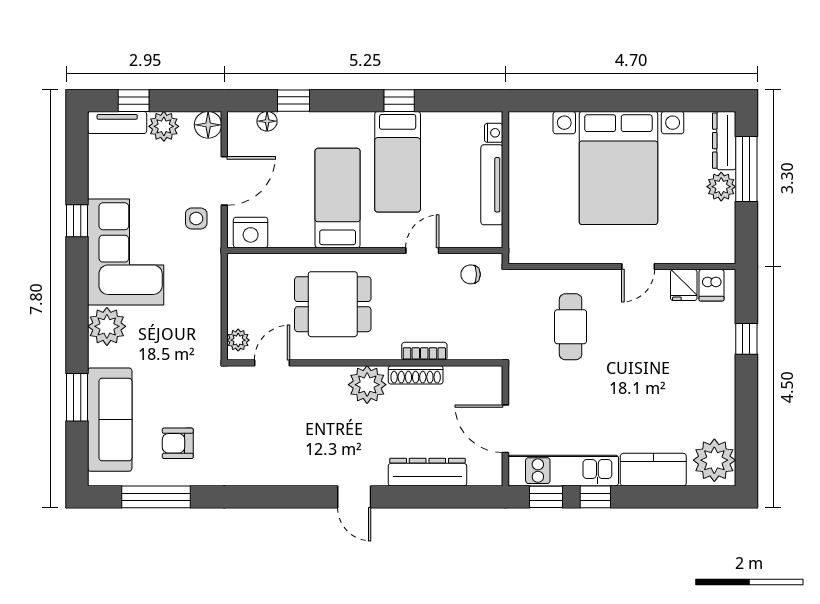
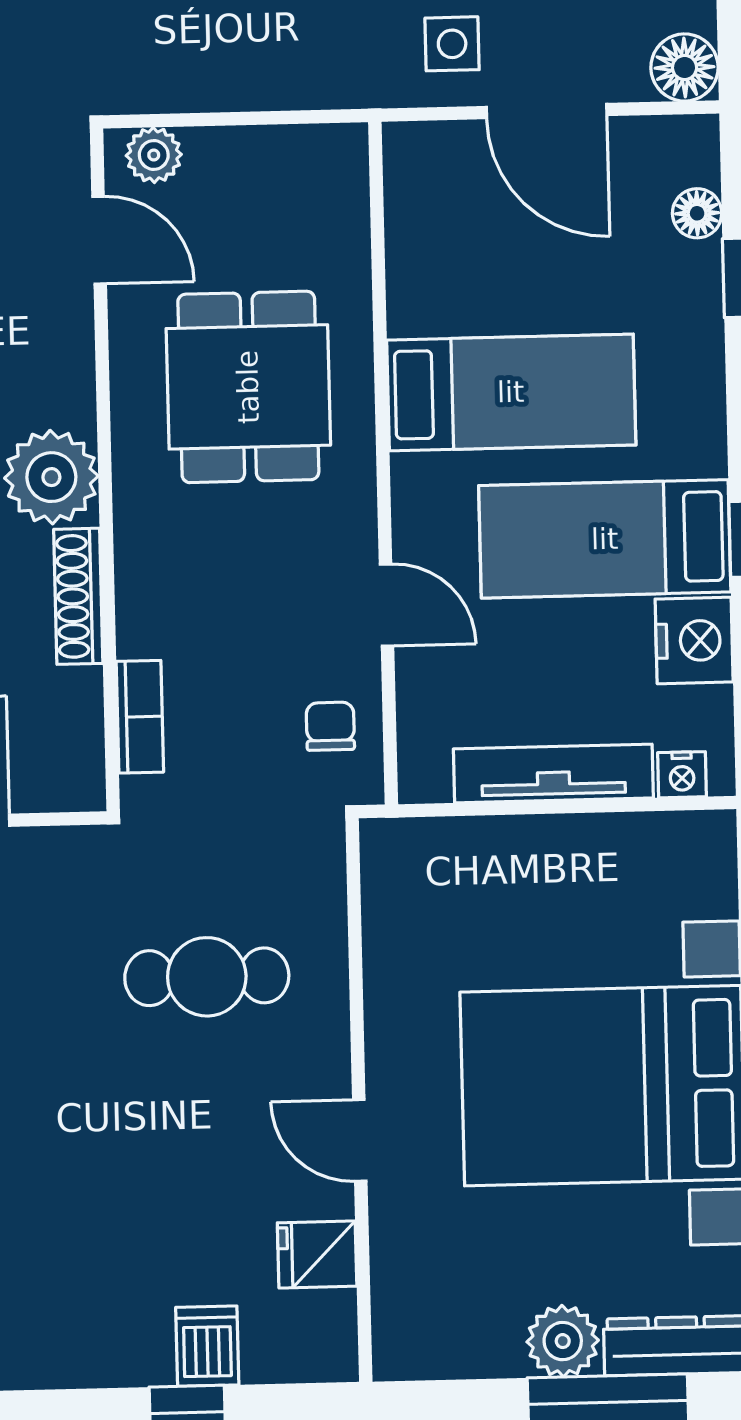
nightstand: (251, 232) -> (694, 641), moved, turned 180
dishwasher: (711, 285) -> (207, 1346), moved, turned 90
bookcase: (424, 351) -> (140, 717), moved

